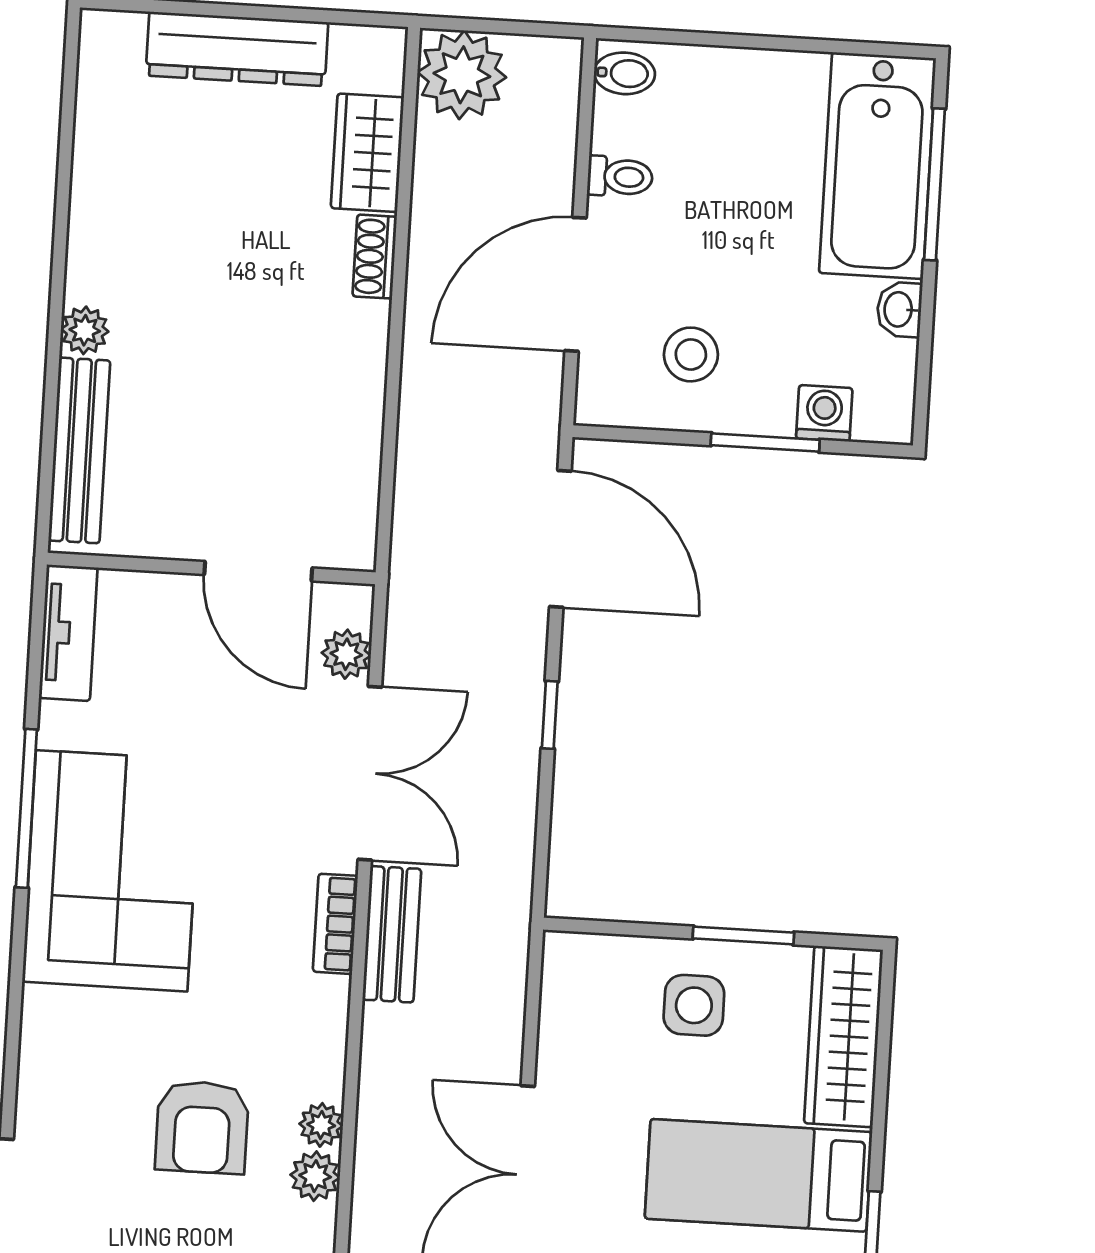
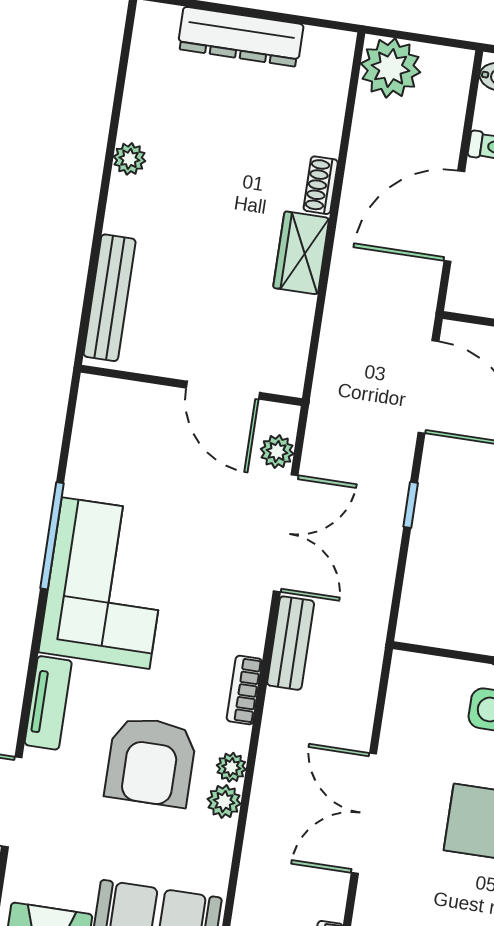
wardrobe: (367, 153) -> (301, 253), moved
plant: (85, 330) -> (129, 159), moved
tv unit: (68, 633) -> (48, 703), moved
bookcase: (335, 924) -> (244, 690), moved
armchair: (202, 1127) -> (151, 762), width x1.36, depth x1.36

